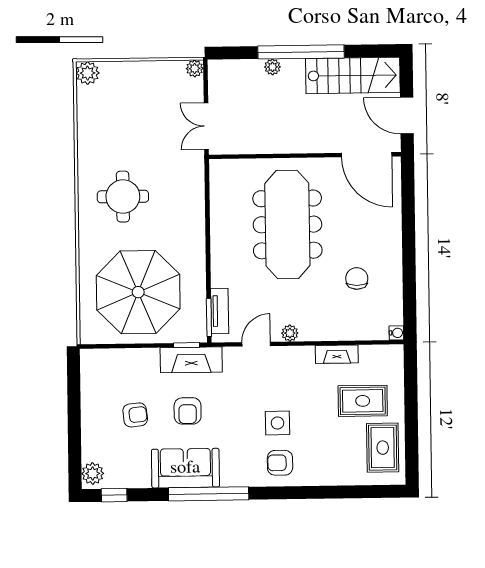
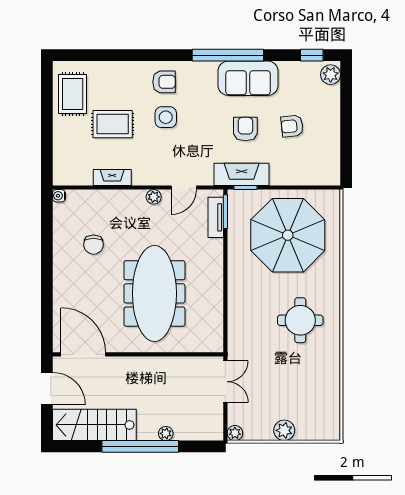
plant: (88, 73) -> (284, 430), moved
rug: (363, 401) -> (113, 124), moved

